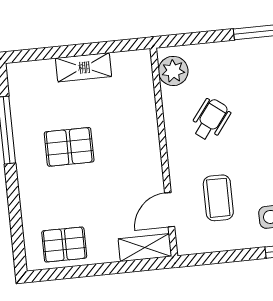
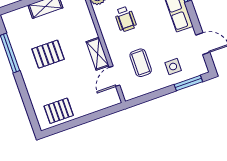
wheelchair: (210, 119) -> (125, 19), turned 143
shelving: (145, 248) -> (98, 54), moved, turned 90

